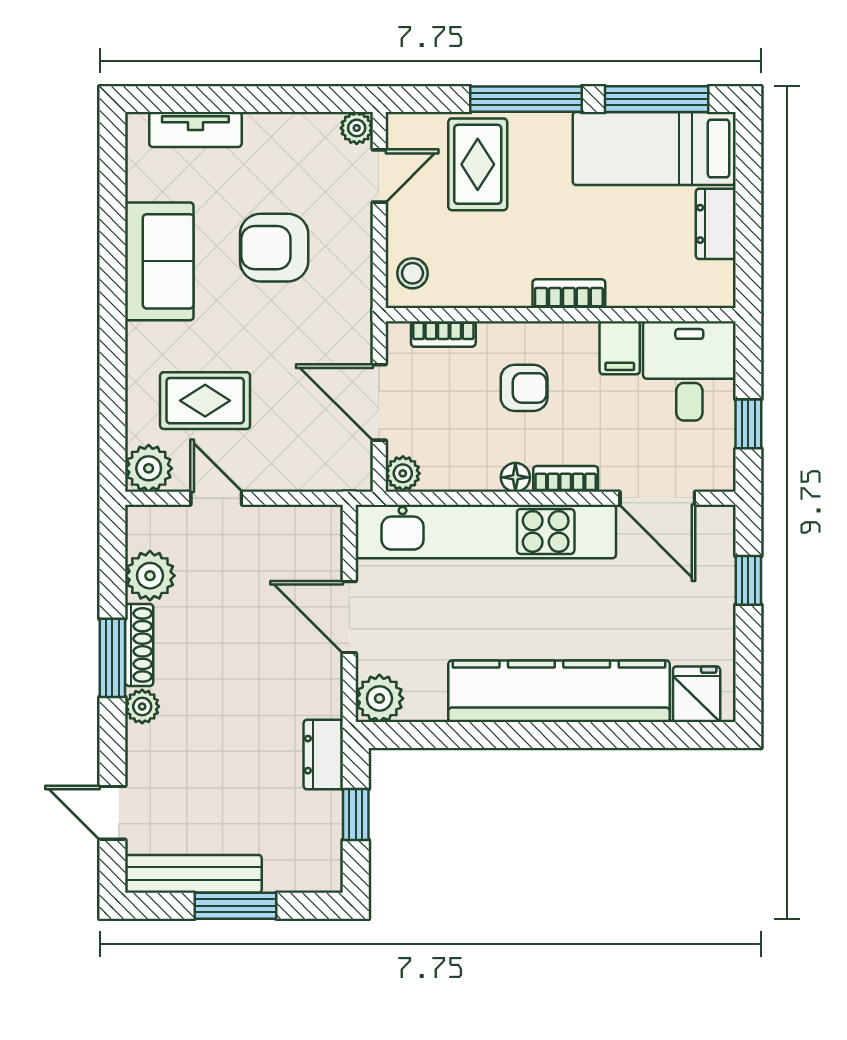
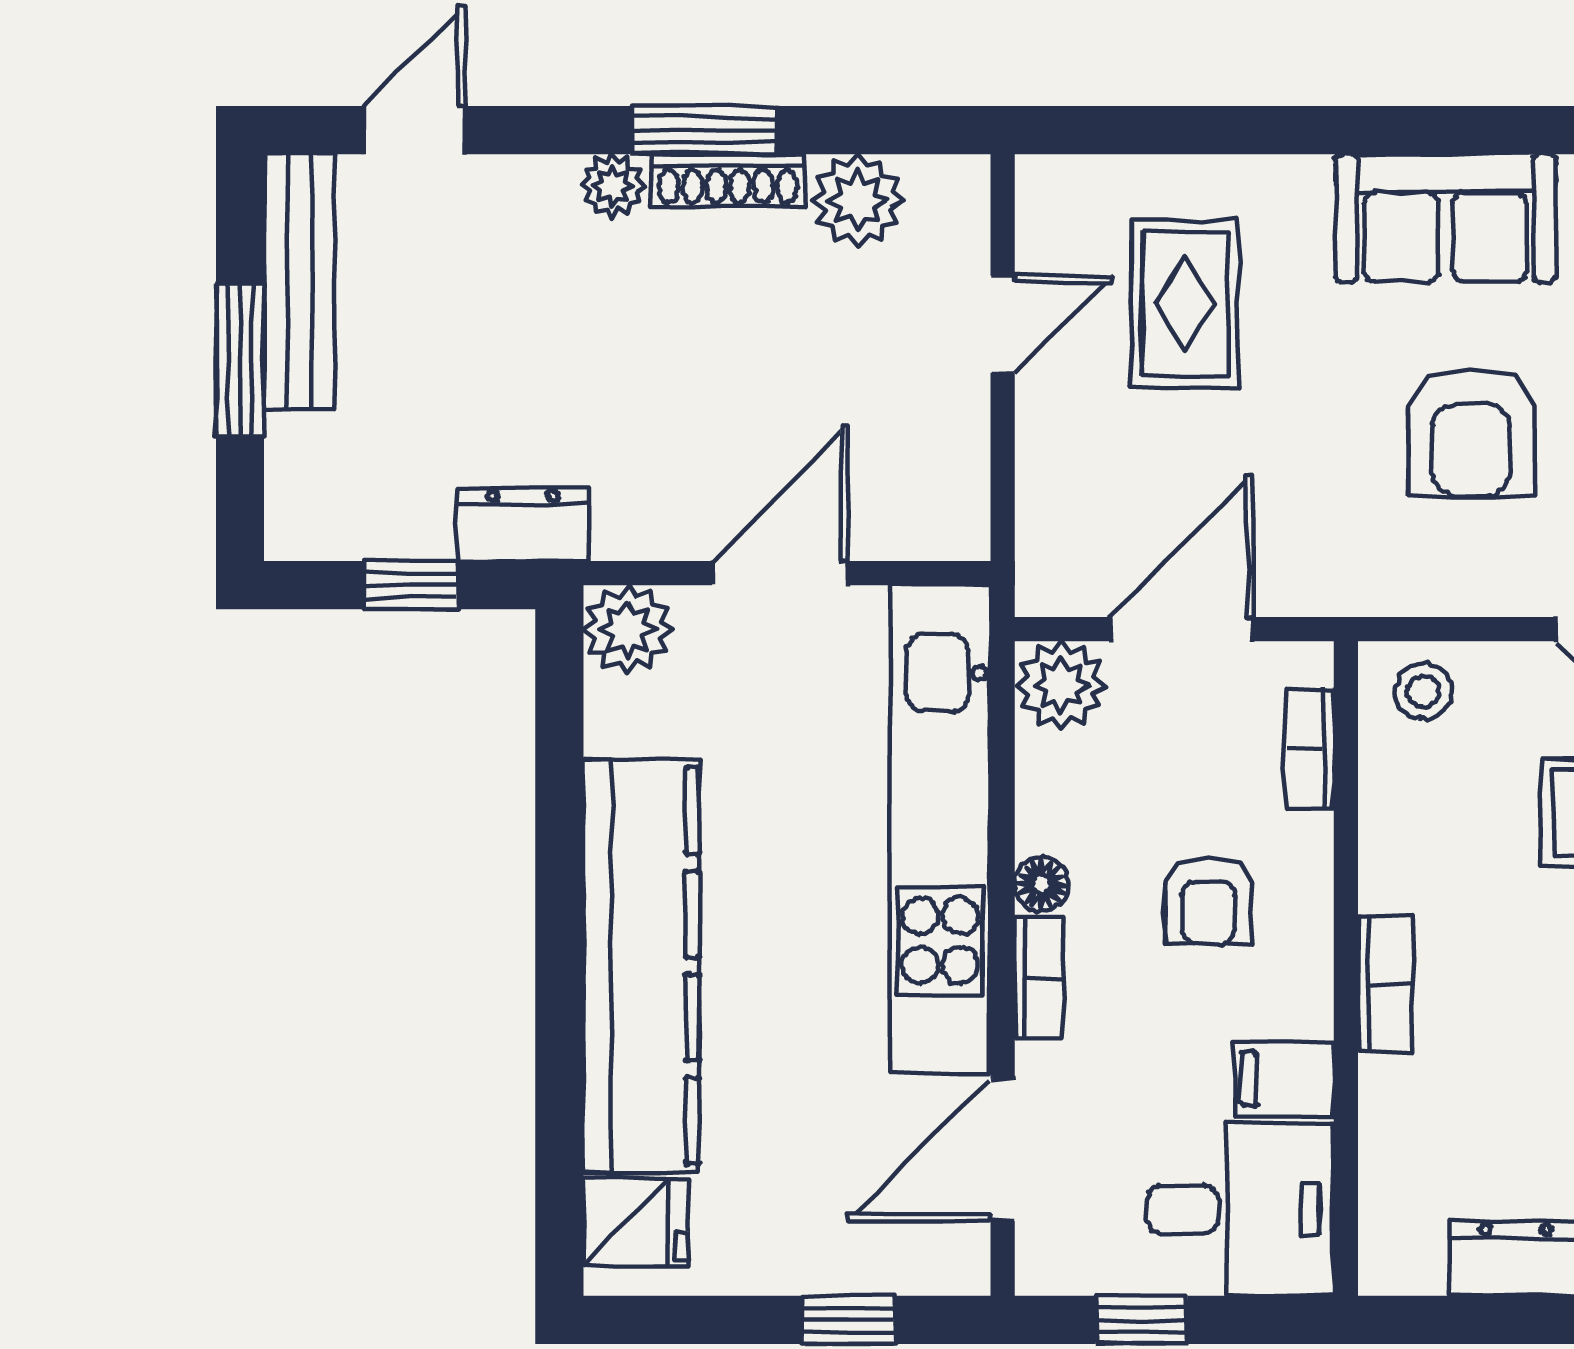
armchair: (274, 248) -> (1471, 433), turned 180
plant: (149, 468) -> (1058, 198), removed
plant: (403, 473) -> (1061, 685), width x1.38, depth x1.38

